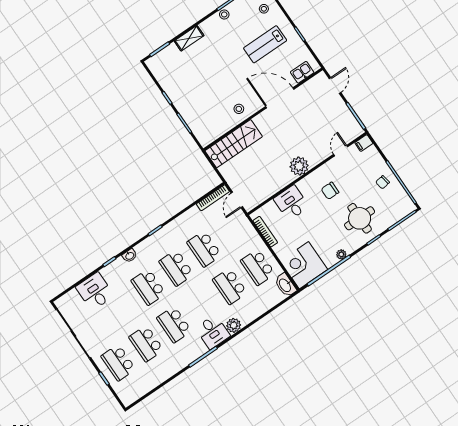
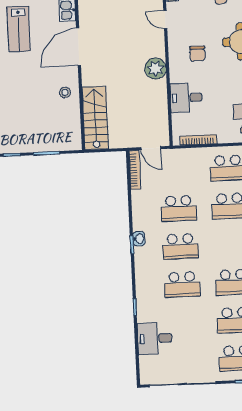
washbasin: (130, 256) -> (139, 239), moved

